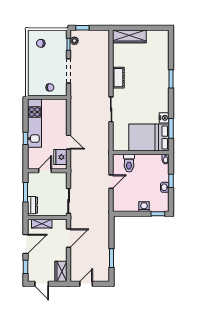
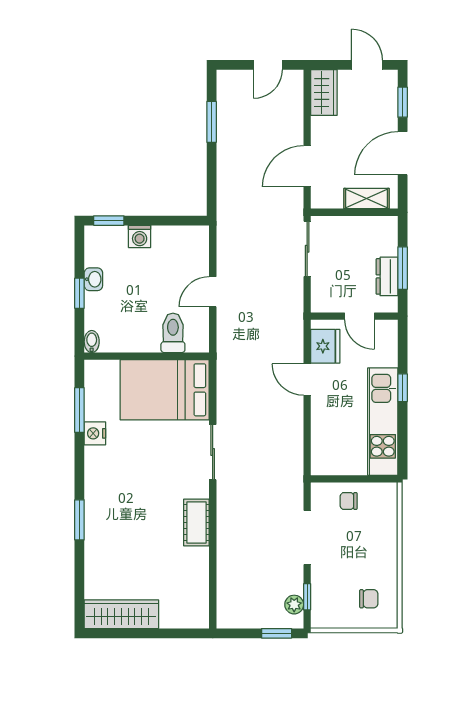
wardrobe: (129, 36) -> (121, 614), moved
bed: (149, 137) -> (165, 390), moved, turned 180
door: (45, 171) -> (360, 316), hinge flipped
dresser: (33, 205) -> (387, 276), moved

